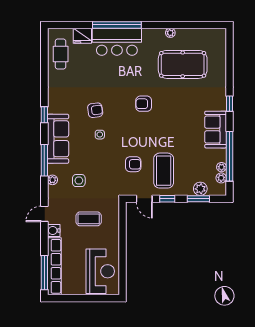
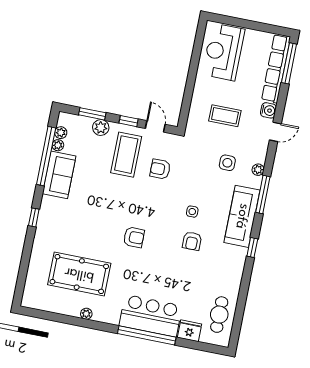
armchair: (95, 110) -> (192, 241), turned -82
sofa: (216, 130) -> (59, 175), moved
plant: (200, 189) -> (101, 127), moved

